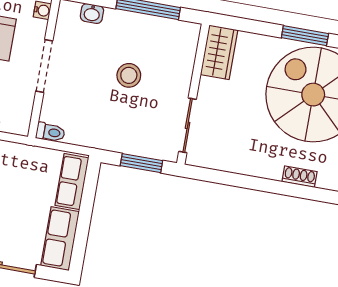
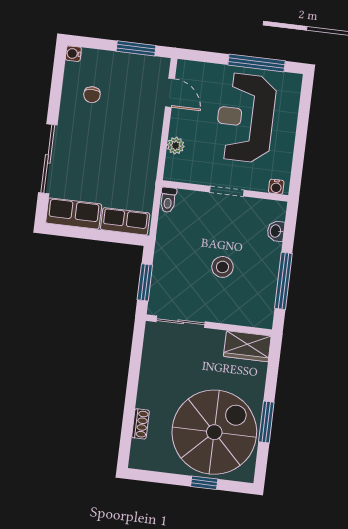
doorway: (44, 66) -> (227, 191), width x0.73

